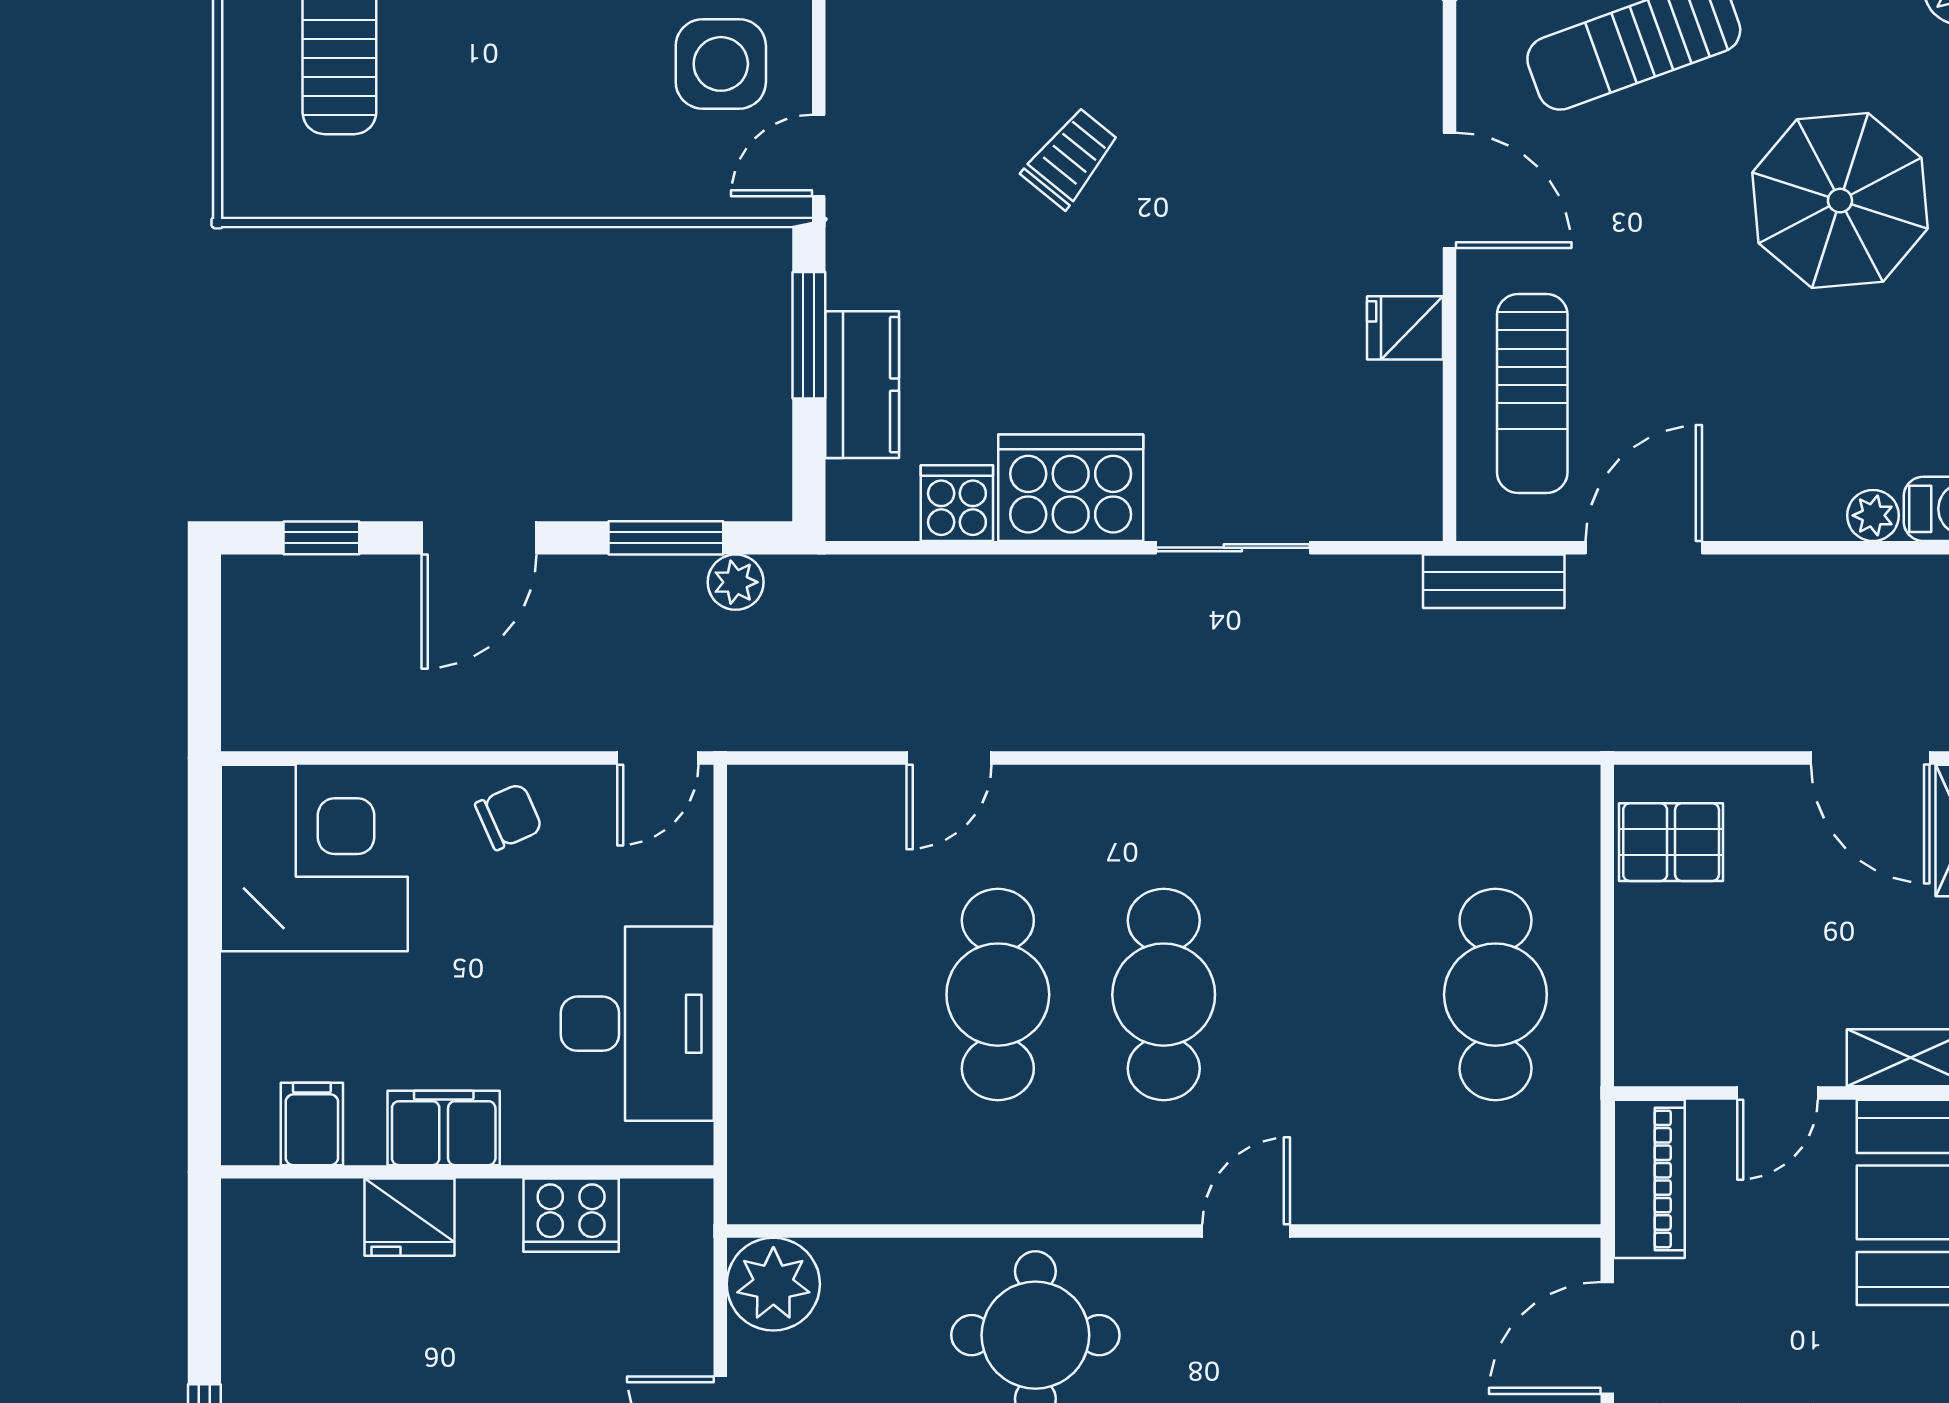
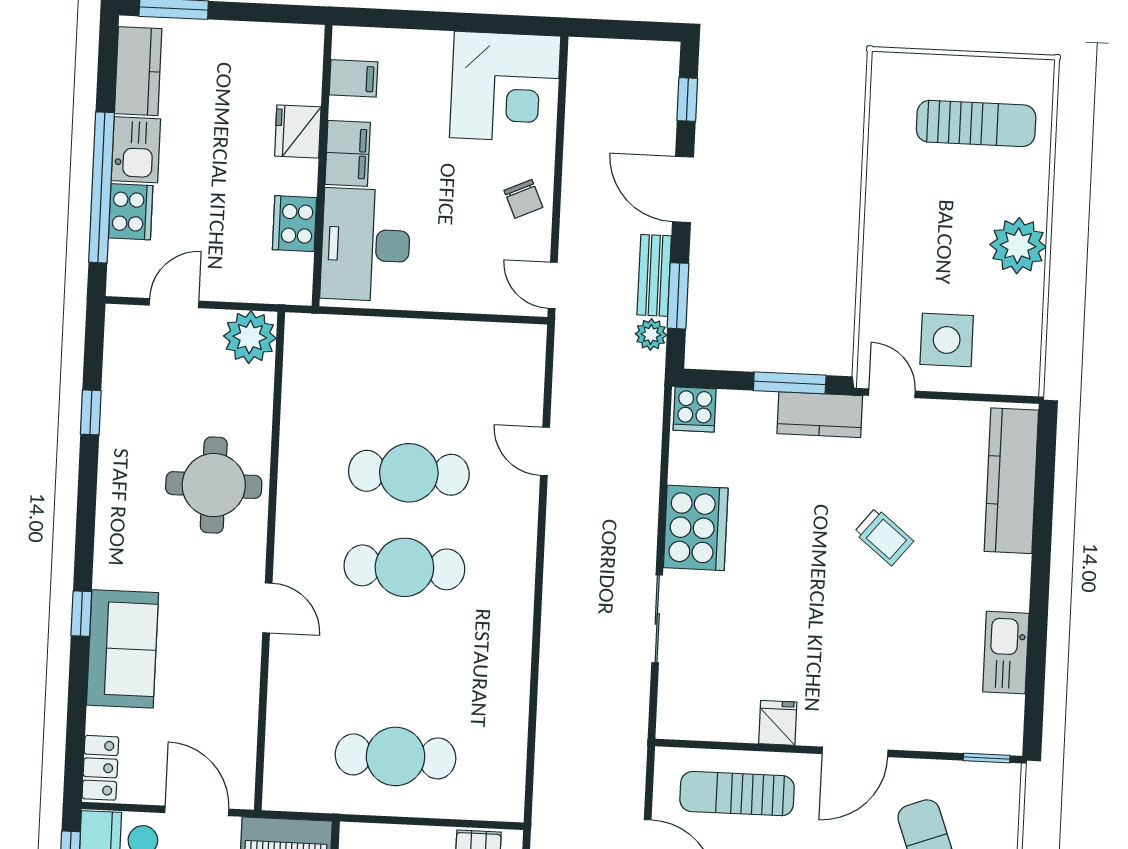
kitchen counter: (862, 385) -> (820, 415), moved
cooker: (957, 503) -> (695, 409), moved, turned 90
bench: (1494, 581) -> (654, 275), moved
desk: (637, 1024) -> (366, 245), moved, turned 90

